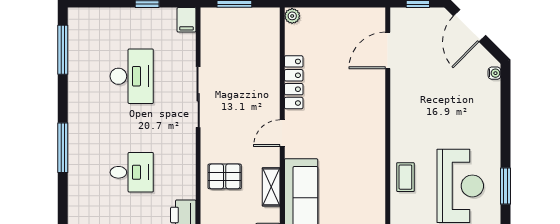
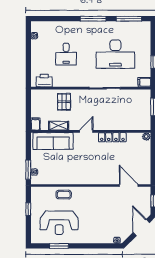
door: (470, 26) -> (141, 227), hinge flipped
desk: (132, 76) -> (115, 54), width x1.36, depth x1.30
door: (282, 133) -> (86, 131), hinge flipped
window: (63, 148) -> (93, 19), moved

